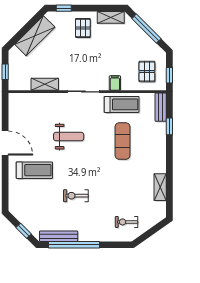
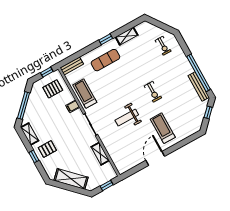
window: (64, 8) -> (34, 156), moved
window: (169, 126) -> (106, 39), moved
weight bench: (69, 137) -> (127, 118), turned -90
exercise mat: (123, 141) -> (105, 60), moved
exercise bike: (76, 196) -> (153, 92), moved

